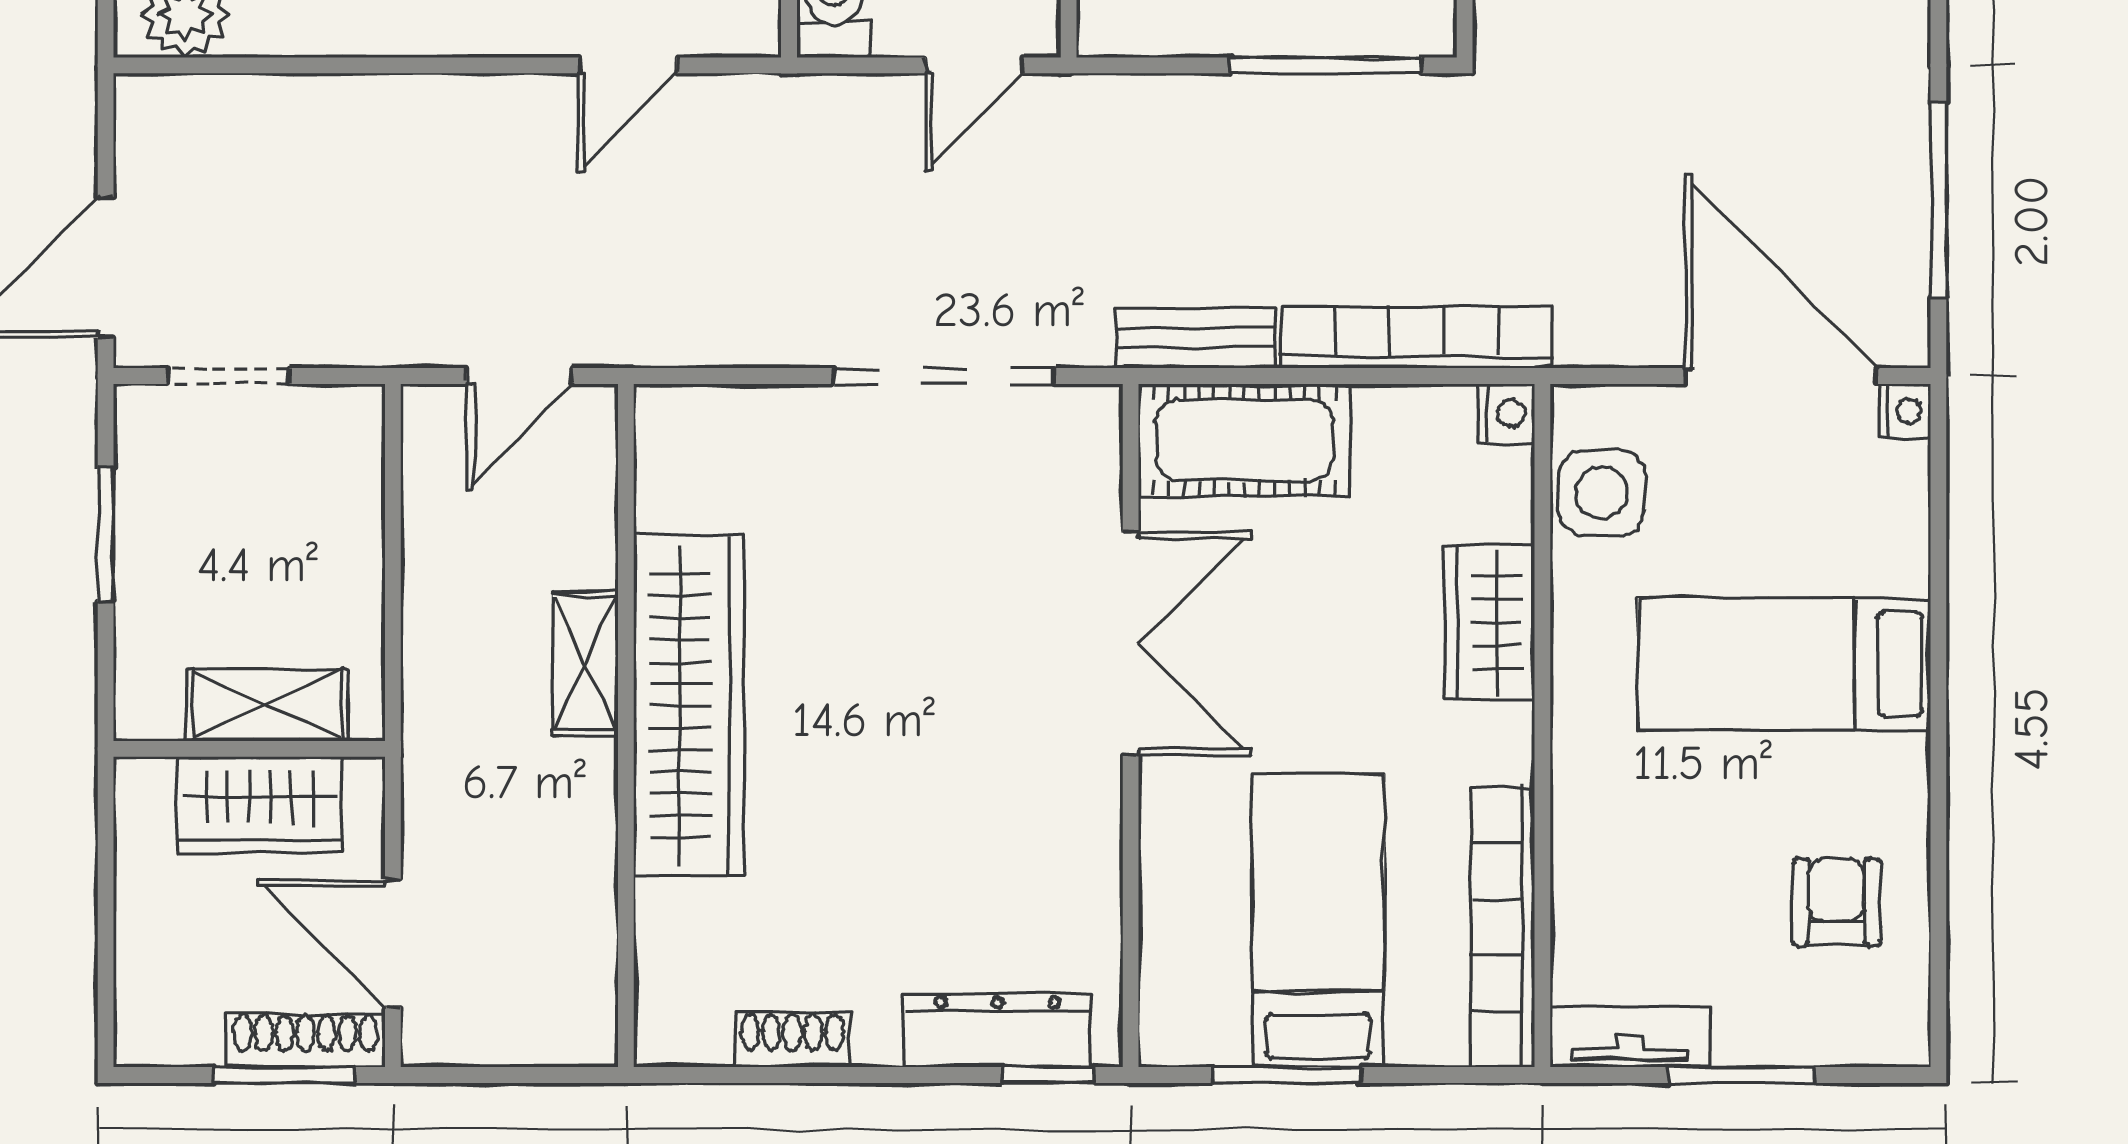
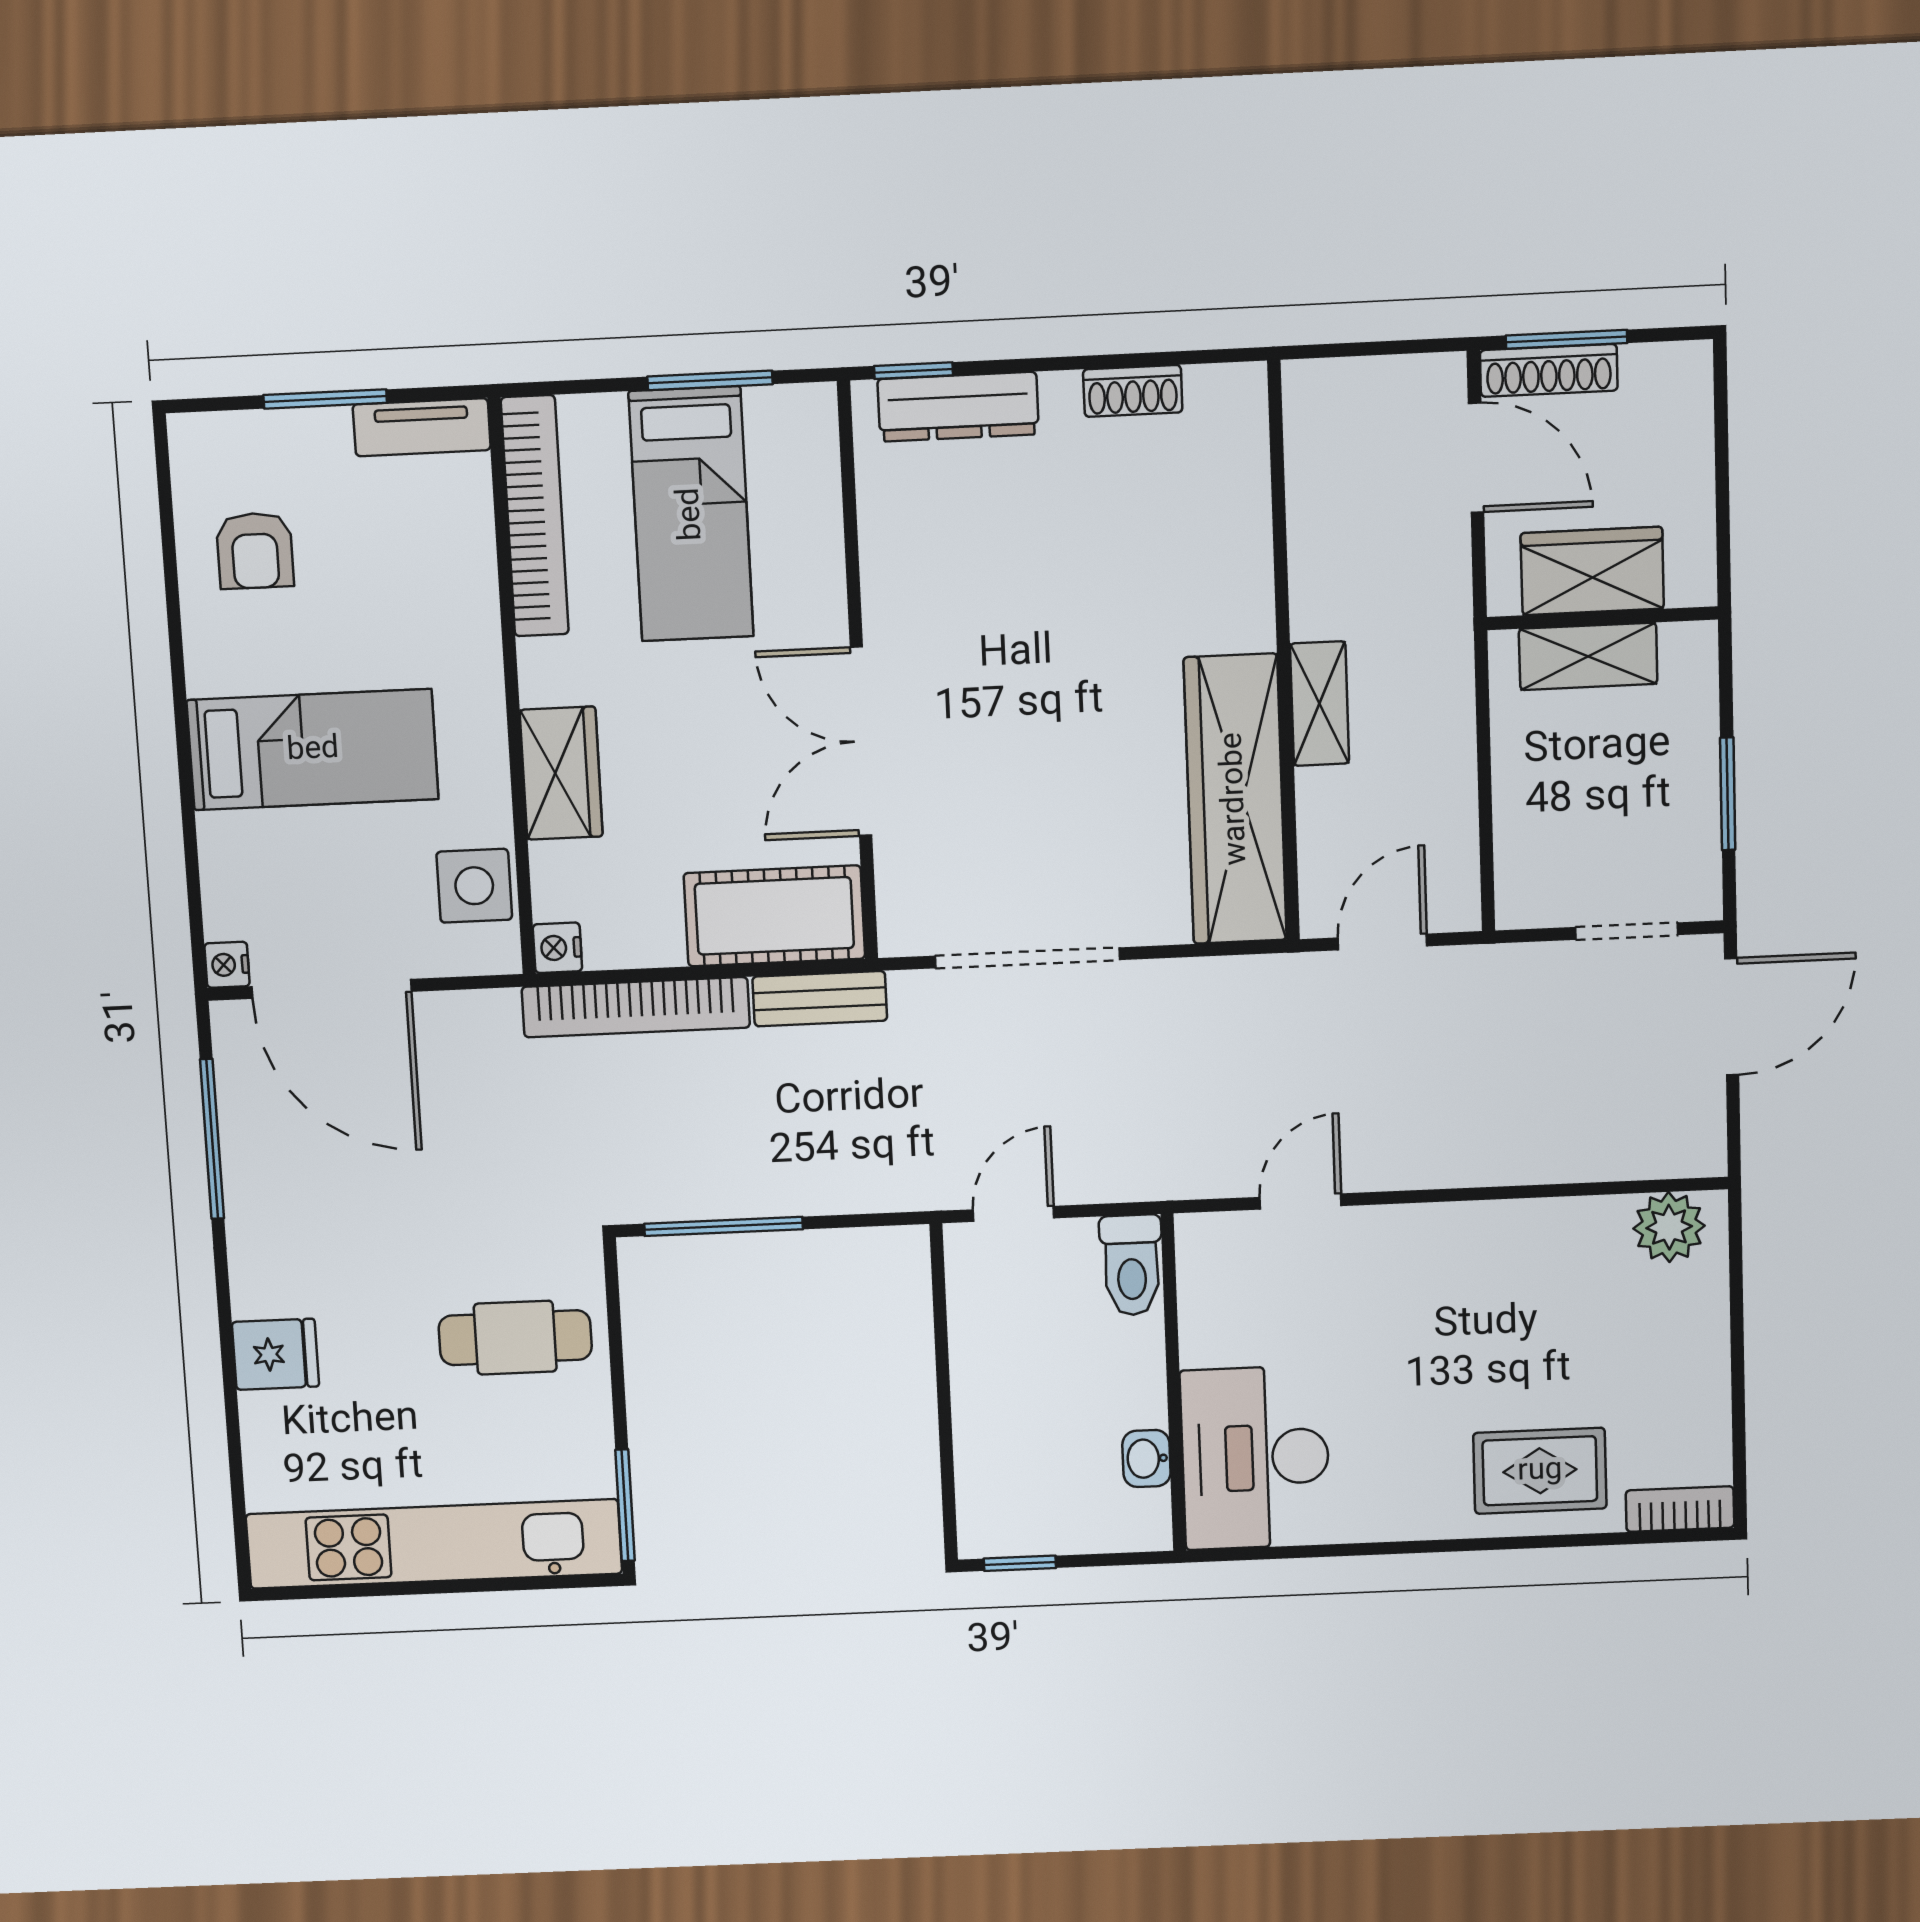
wardrobe: (689, 706) -> (1235, 799), moved

